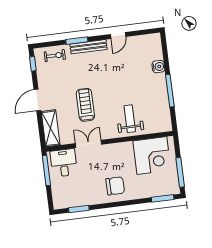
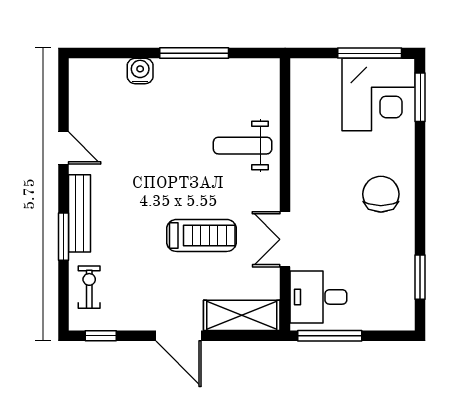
treadmill: (85, 105) -> (202, 235), turned 180
corner desk: (152, 156) -> (379, 95), moved, turned 90

